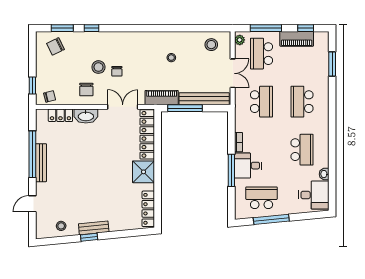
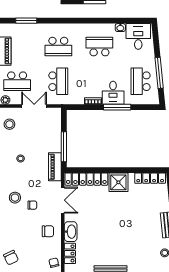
stool: (98, 67) -> (15, 198), moved
bench: (204, 99) -> (56, 130), removed
school desk: (262, 102) -> (58, 81), turned 90
double door: (123, 107) -> (63, 200), swing flipped

